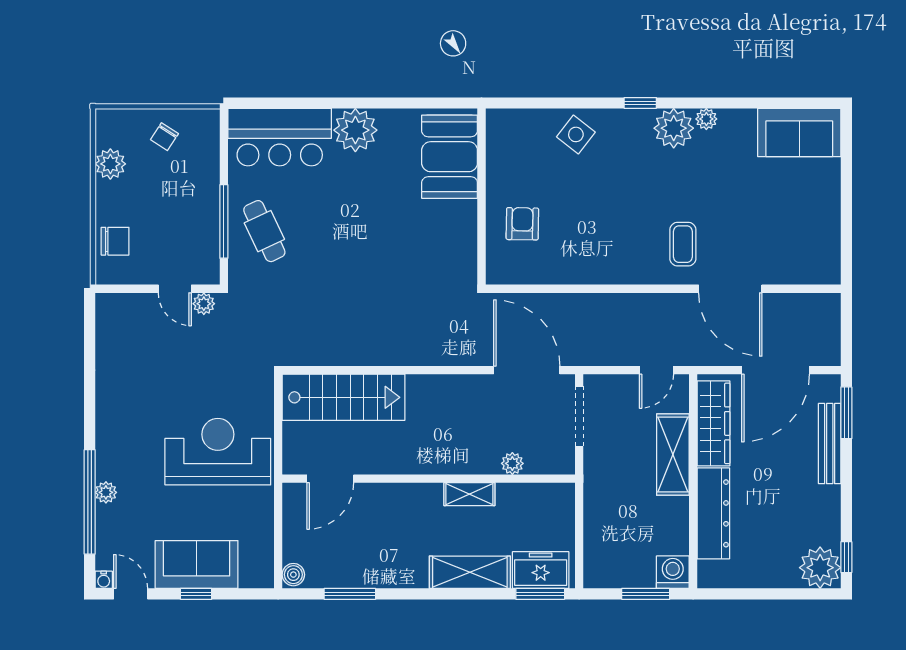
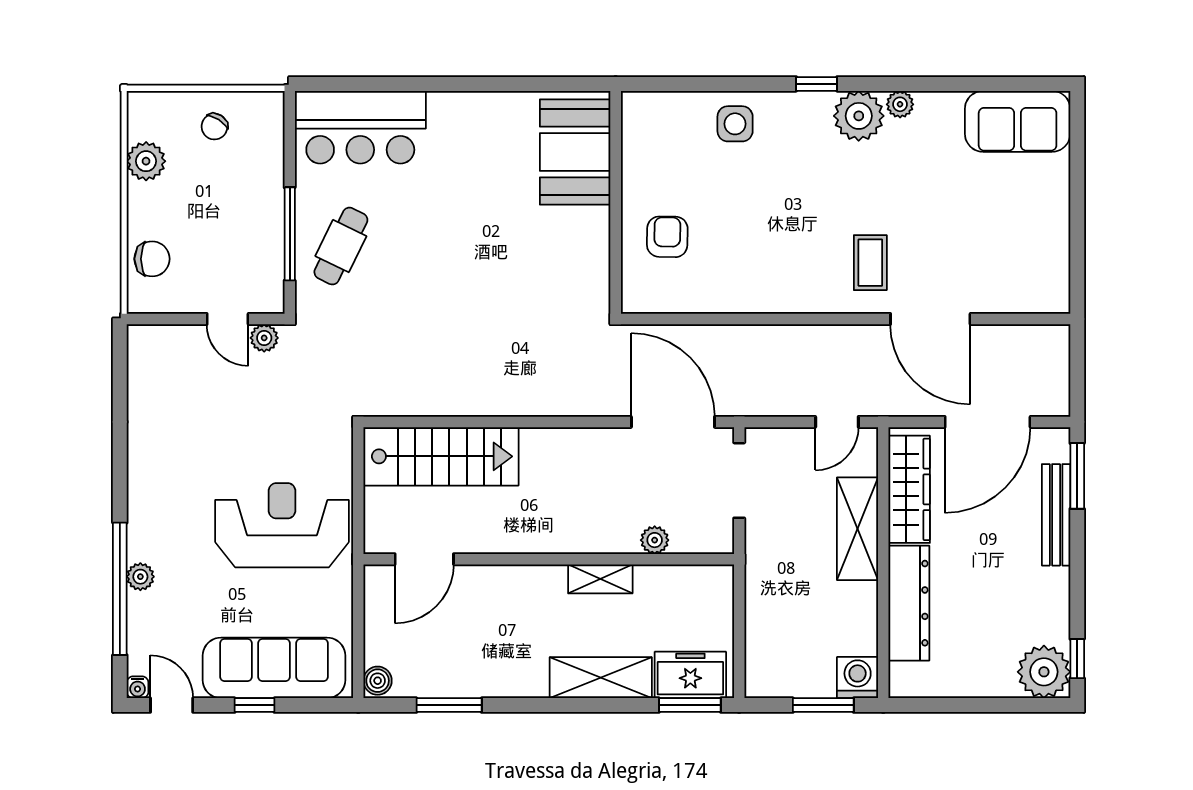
plant: (355, 130) -> (456, 118), removed
side table: (576, 134) -> (735, 124), turned -38
cafe table: (264, 231) -> (341, 246), turned 51
sofa: (197, 564) -> (274, 668), width x1.36

